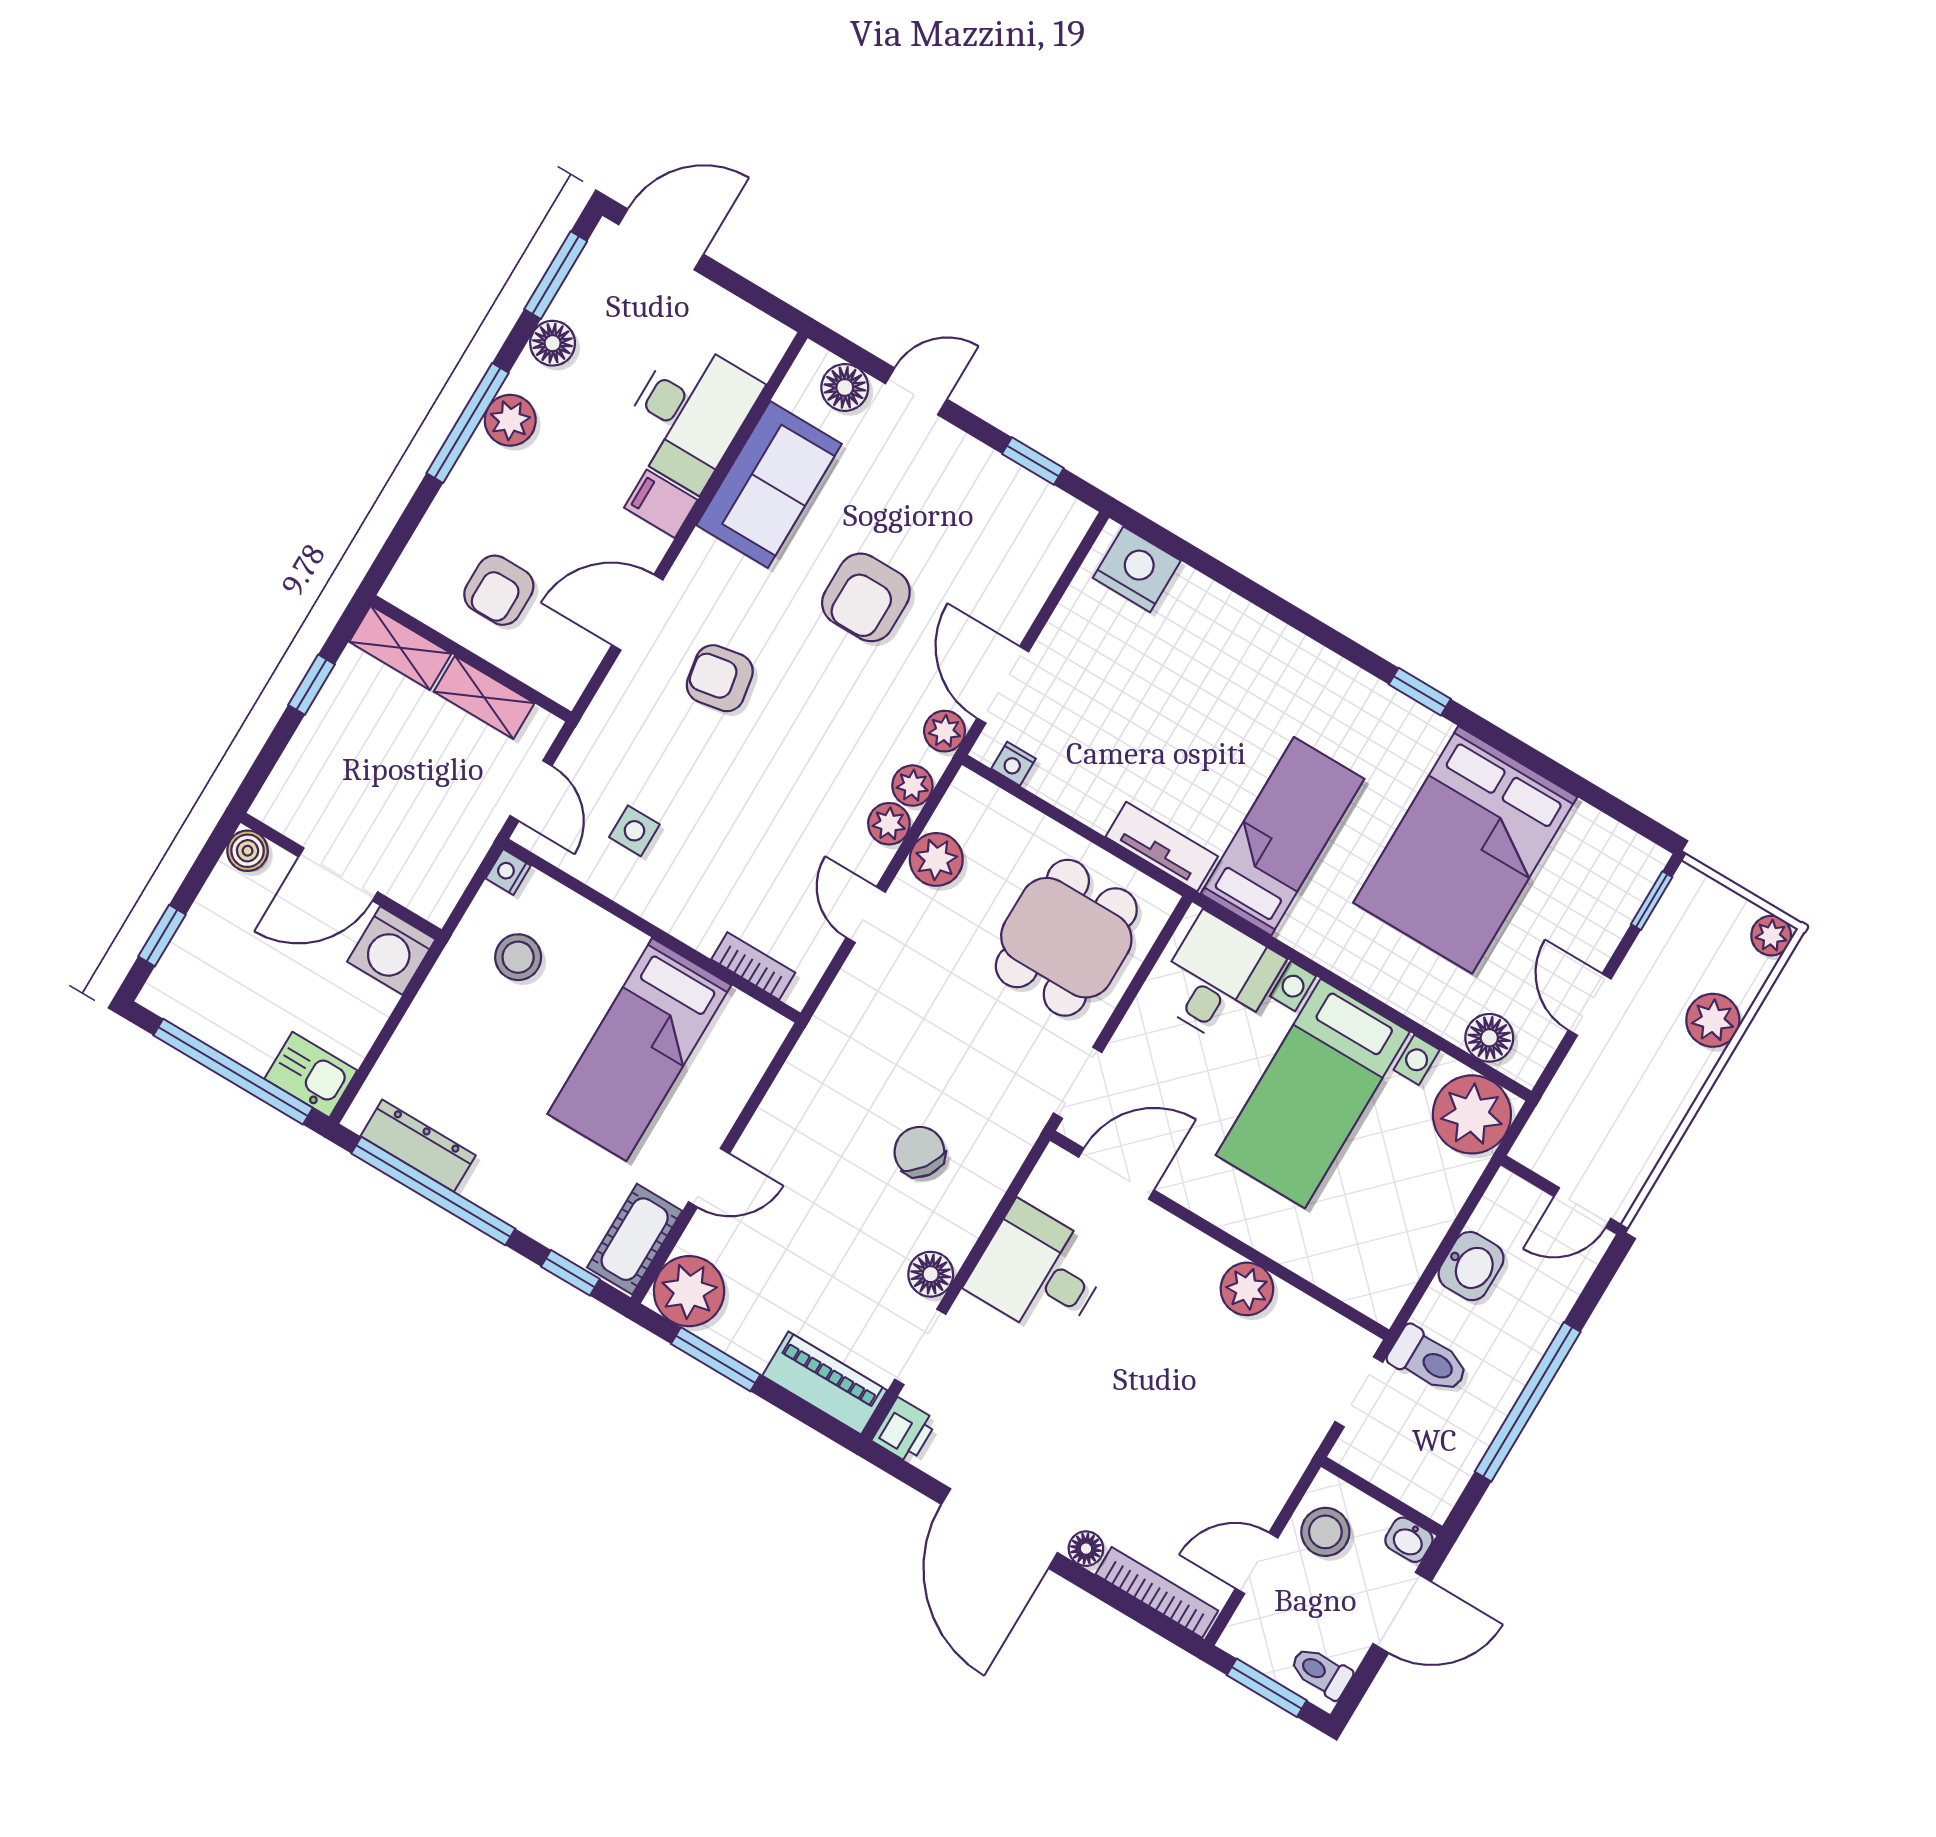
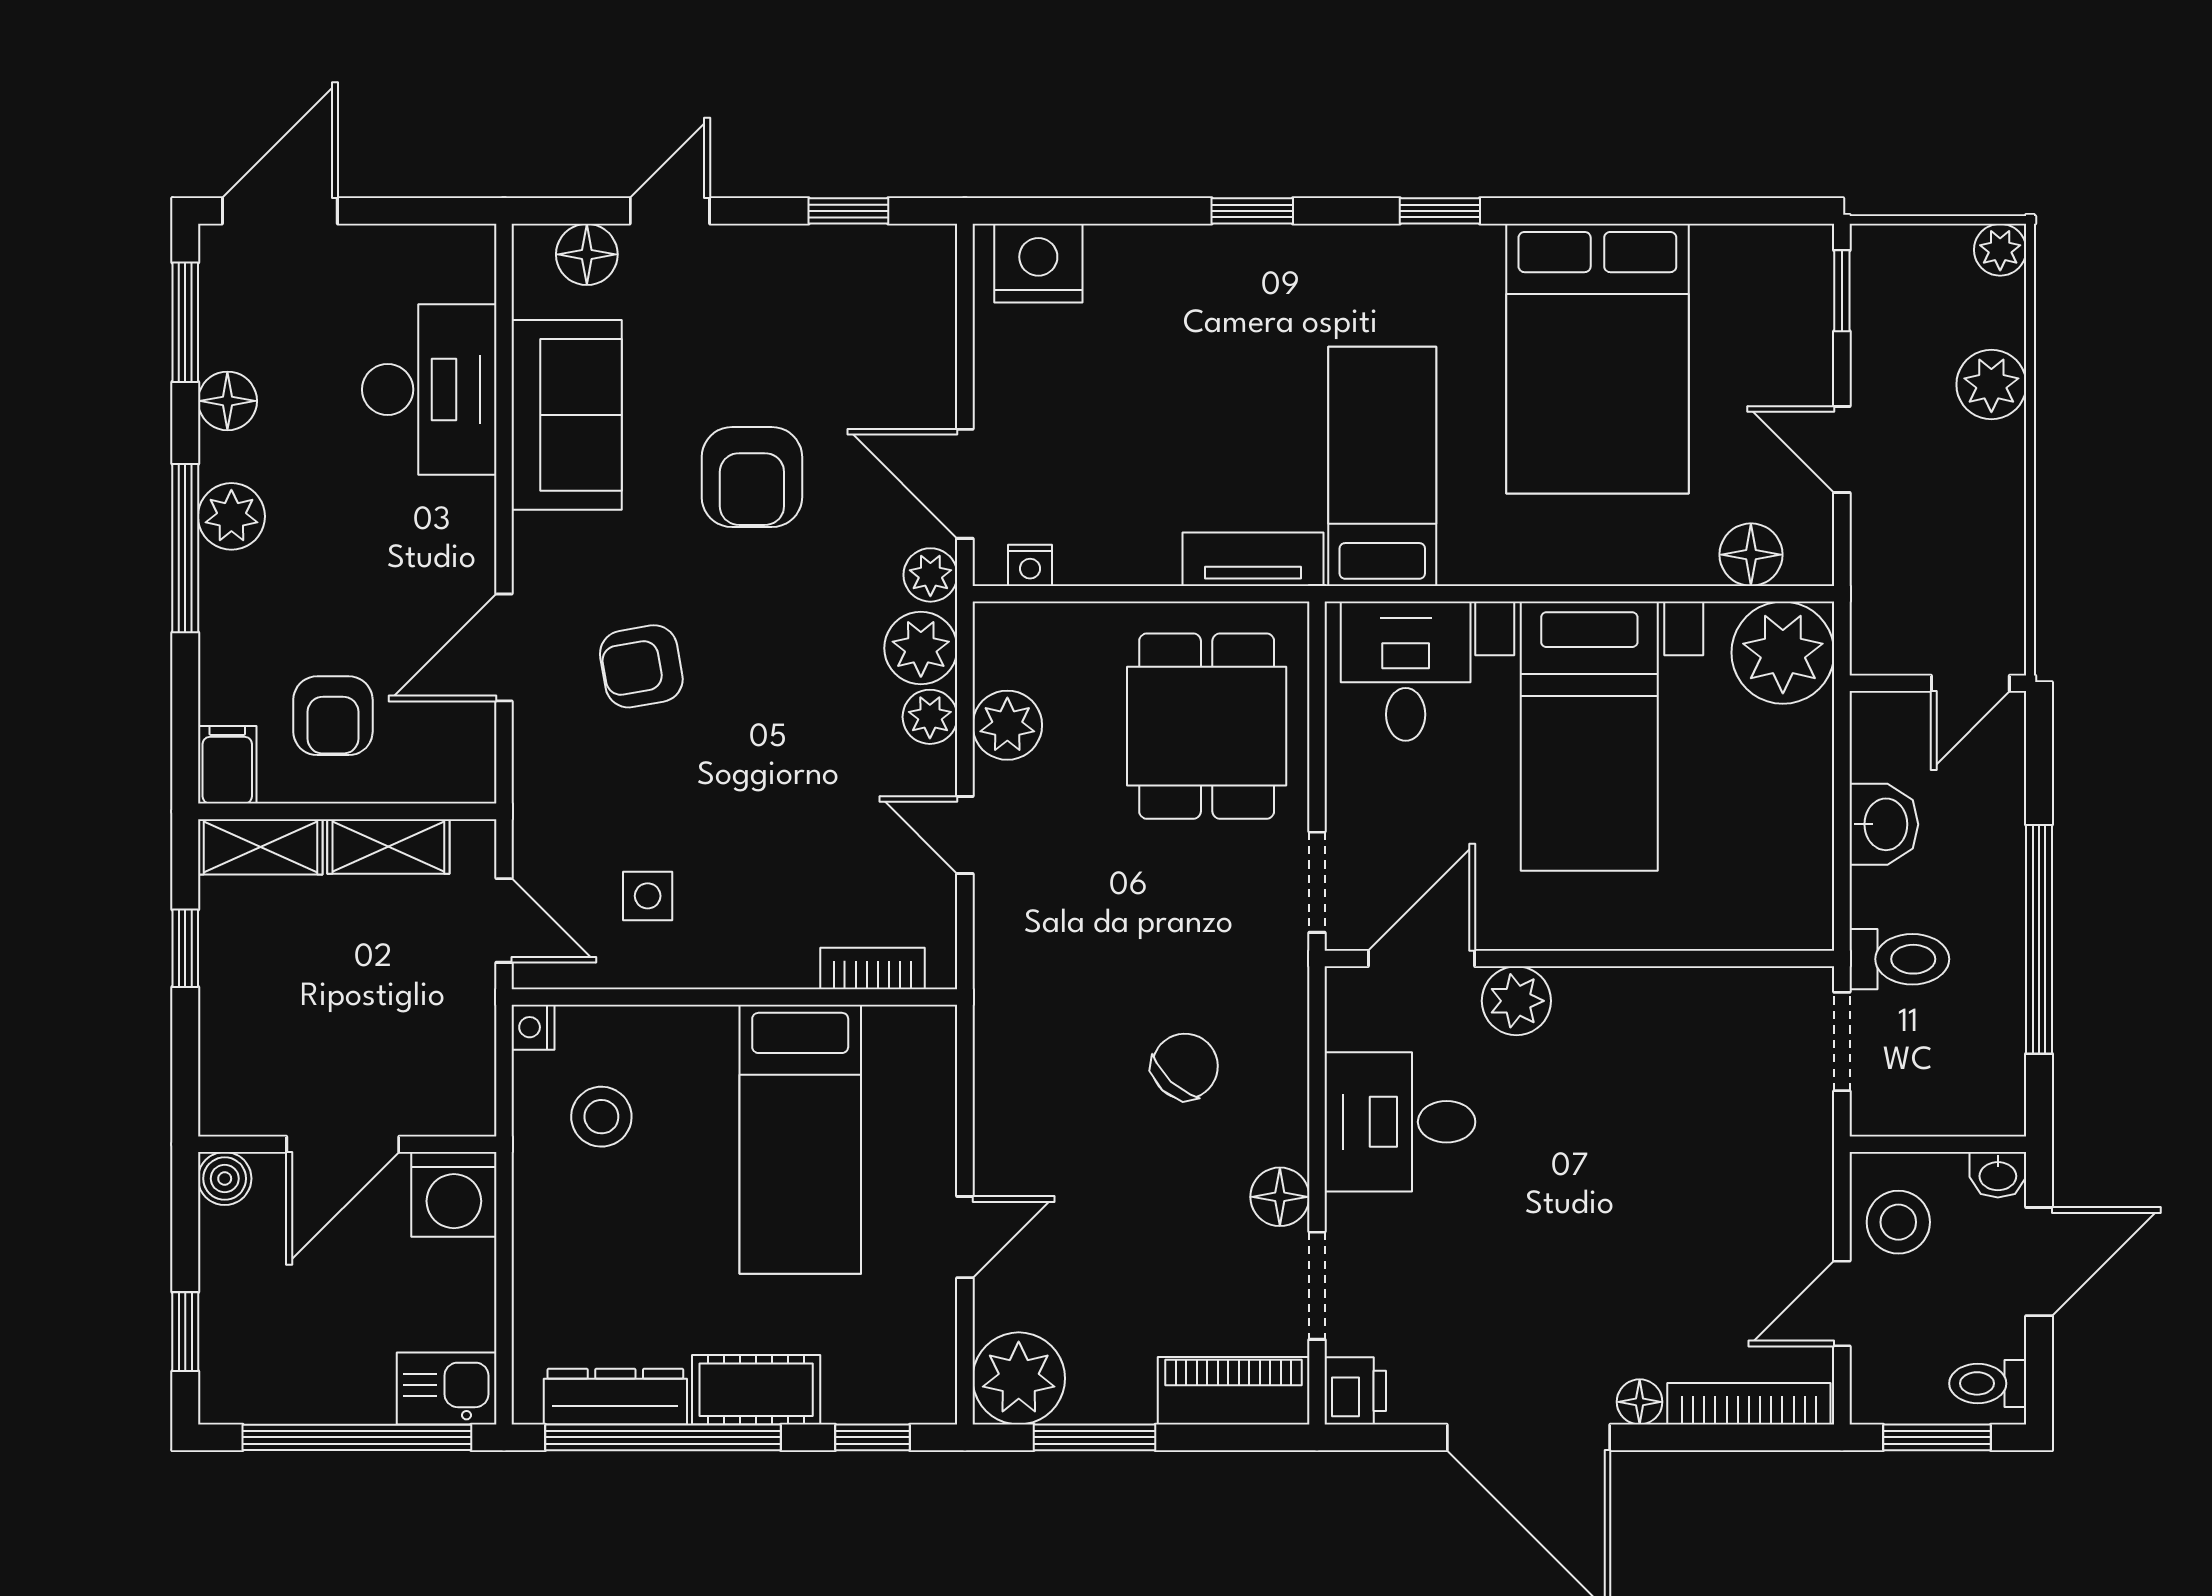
filing cabinet: (661, 504) -> (227, 765), moved, turned 90
window: (1297, 618) -> (1252, 211), added
plant: (912, 786) -> (921, 648), width x1.38, depth x1.38
chair: (919, 1152) -> (1185, 1066), turned 98
cot: (635, 1239) -> (756, 1390), moved, turned 90
plant: (1247, 1289) -> (1516, 1001), moved

